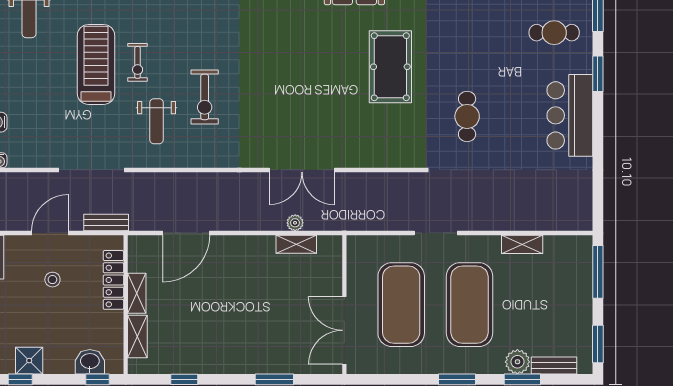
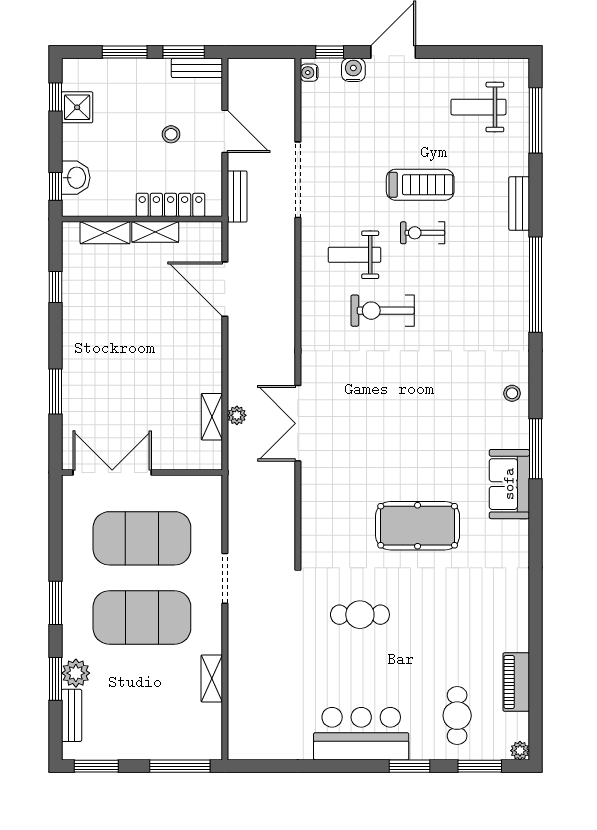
treadmill: (96, 64) -> (420, 185), width x0.73, depth x0.73

